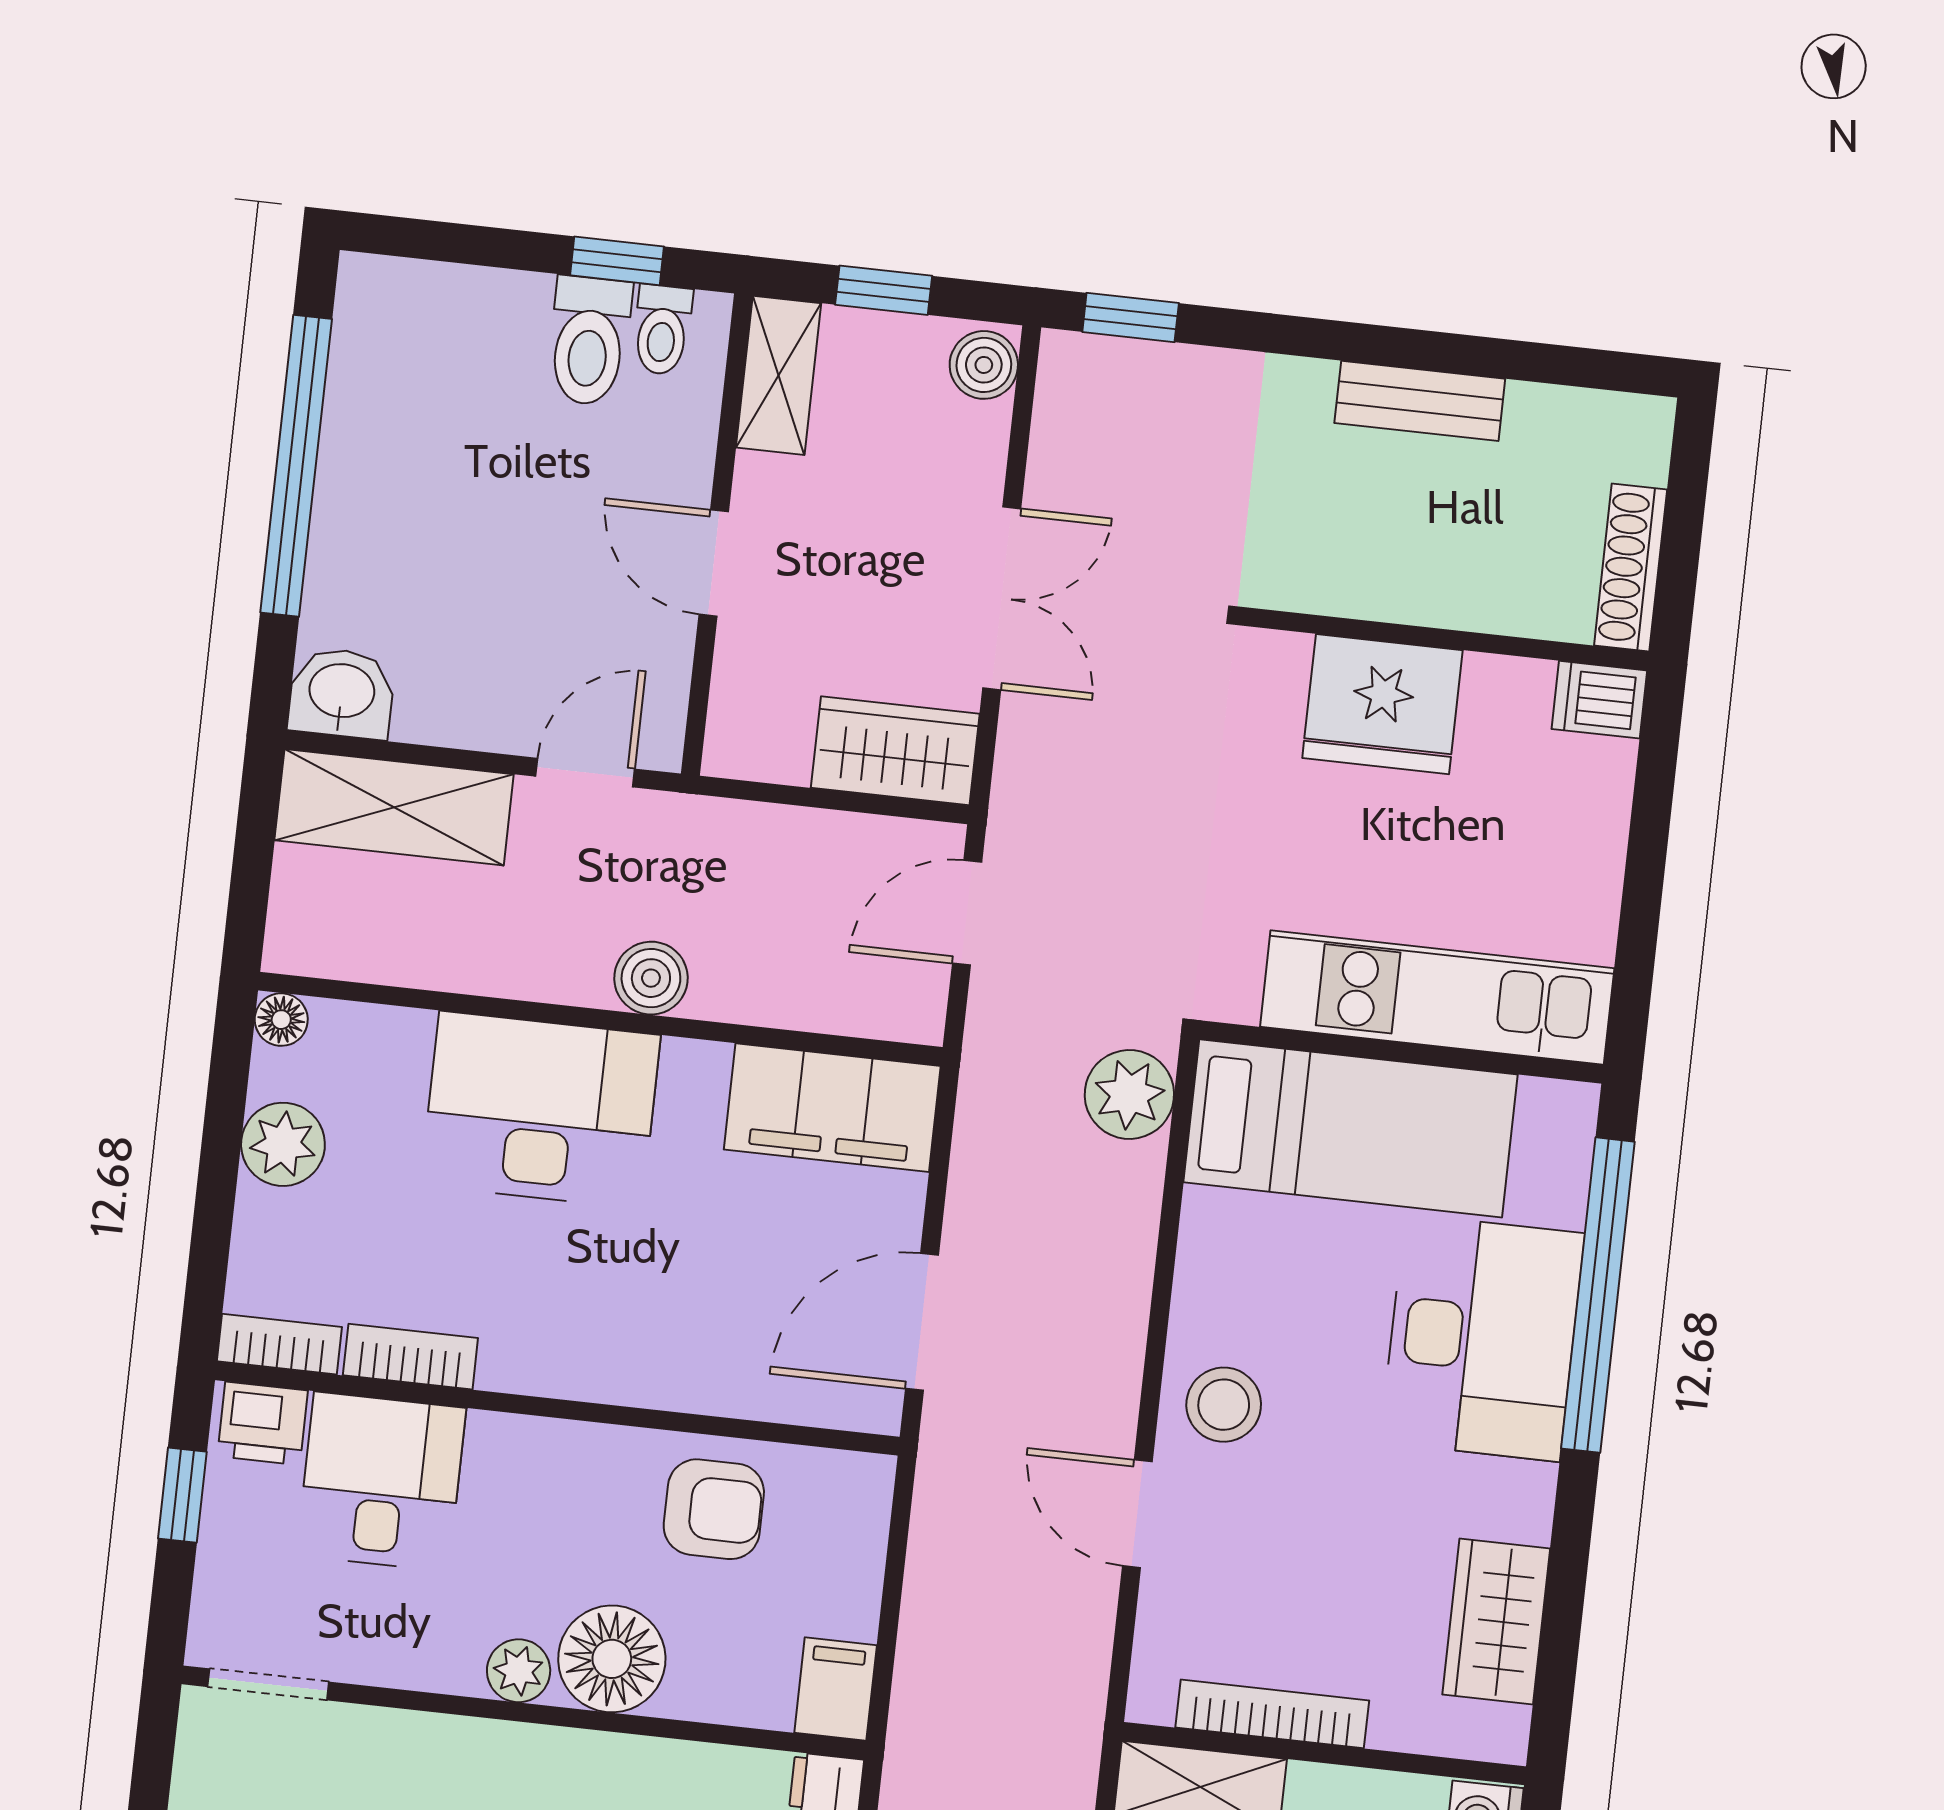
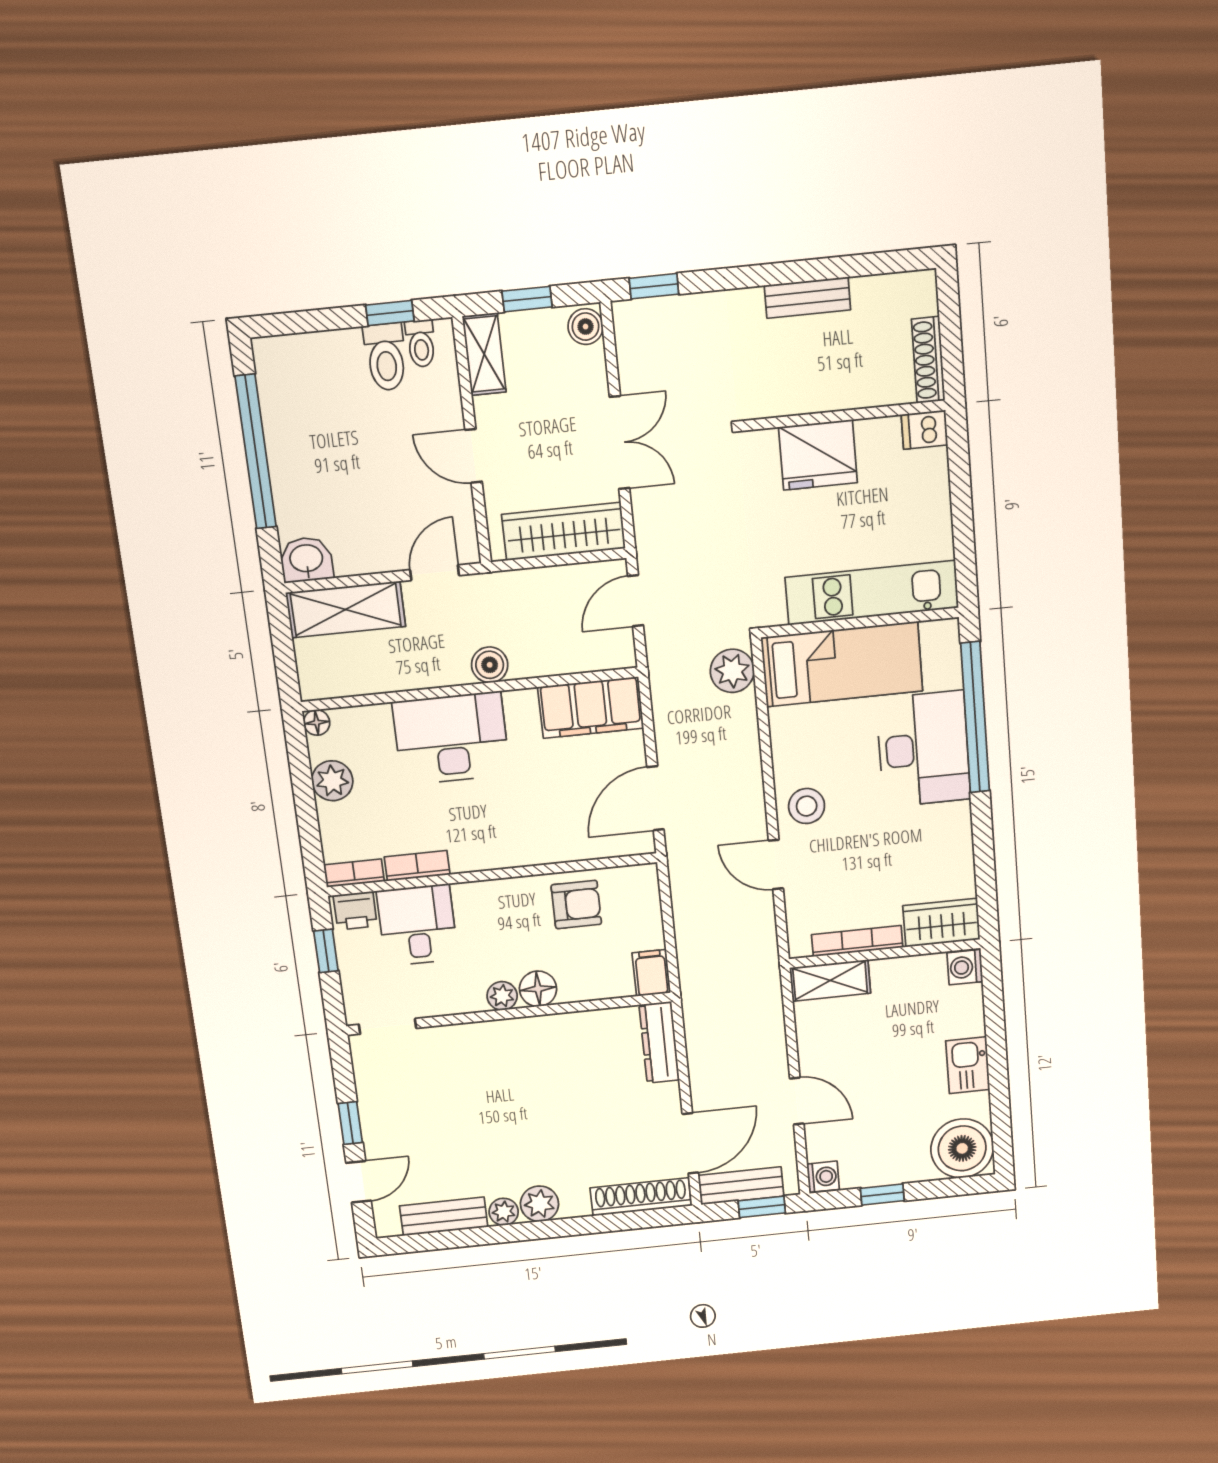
wardrobe: (895, 751) -> (564, 531), width x1.50
wardrobe: (1496, 1621) -> (941, 923), moved, turned 90
floor lamp: (612, 1659) -> (538, 989), width x0.73, depth x0.73

